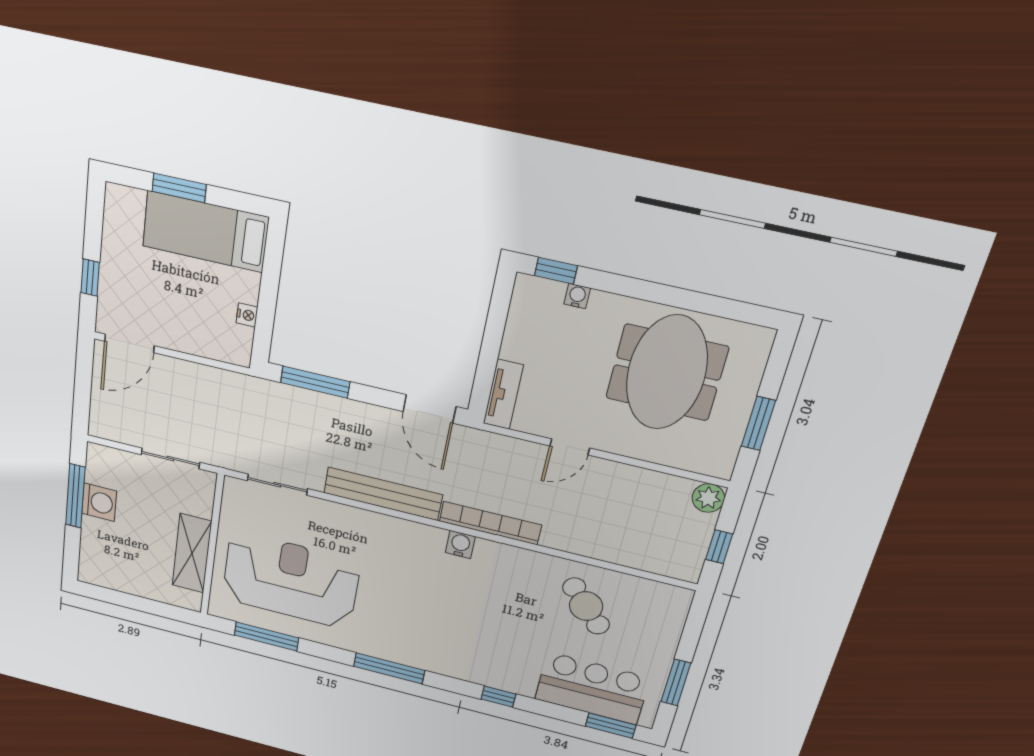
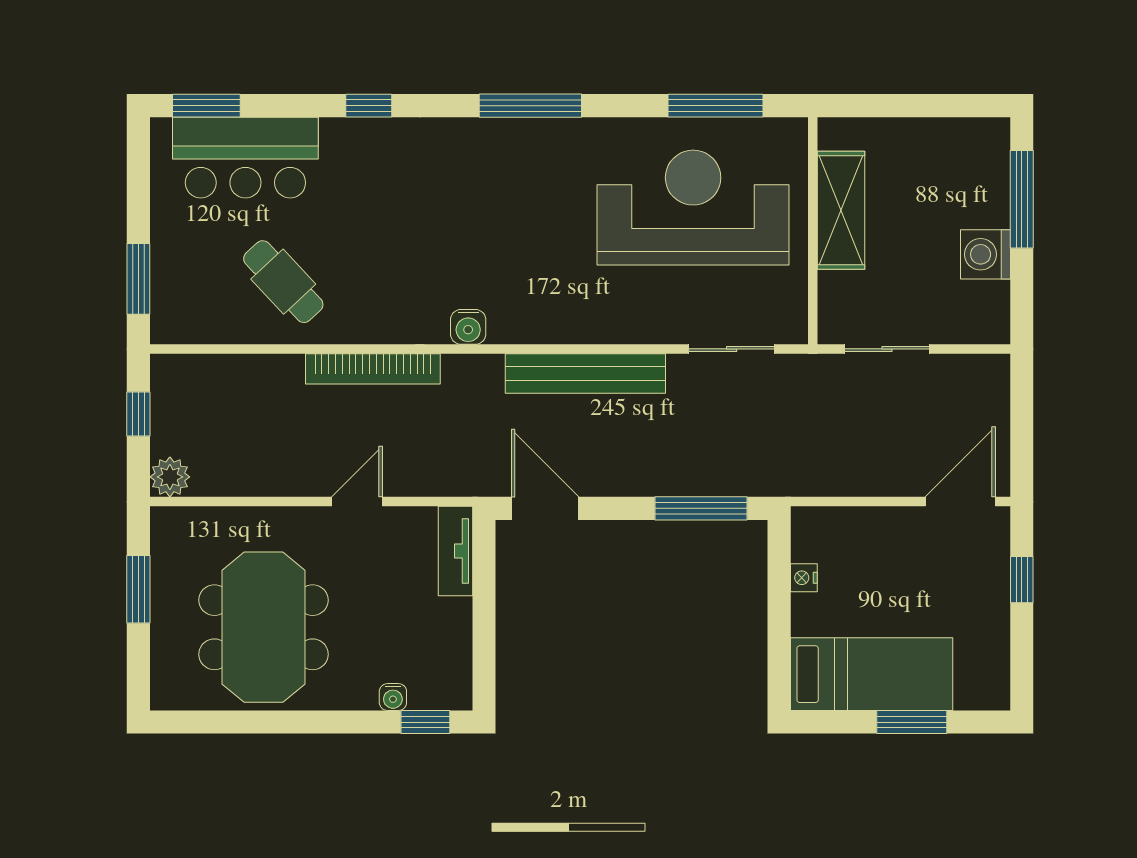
window: (75, 496) -> (1022, 199), moved
bookcase: (490, 523) -> (373, 369), moved
reception desk: (290, 580) -> (693, 208), turned 180
window: (676, 683) -> (138, 279), moved

